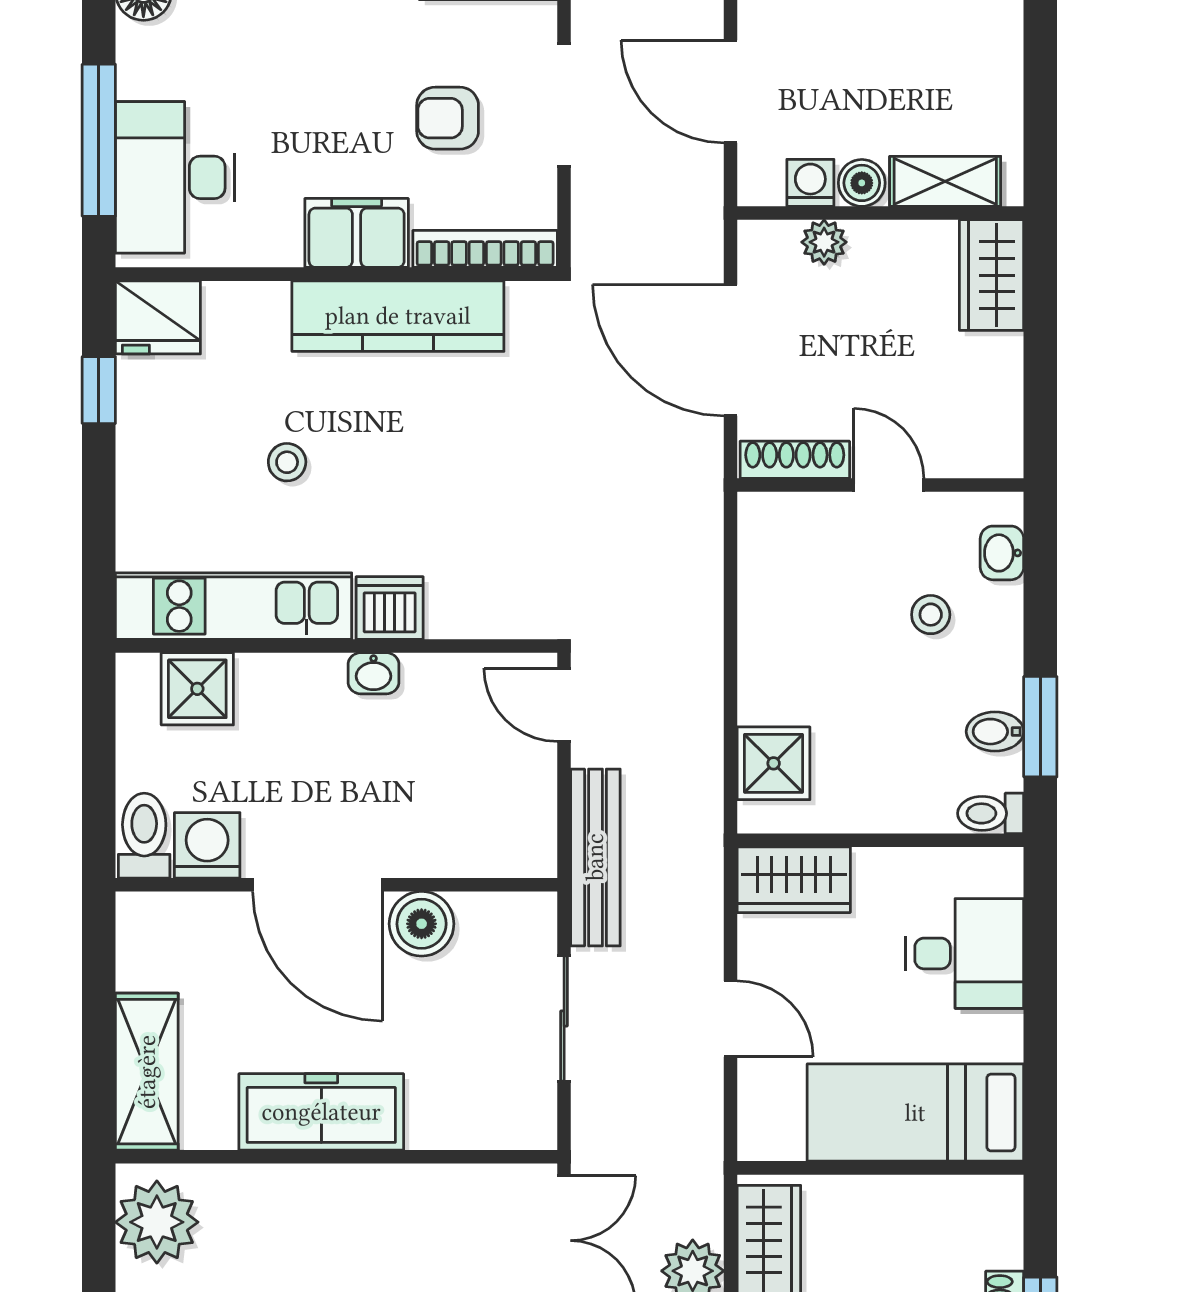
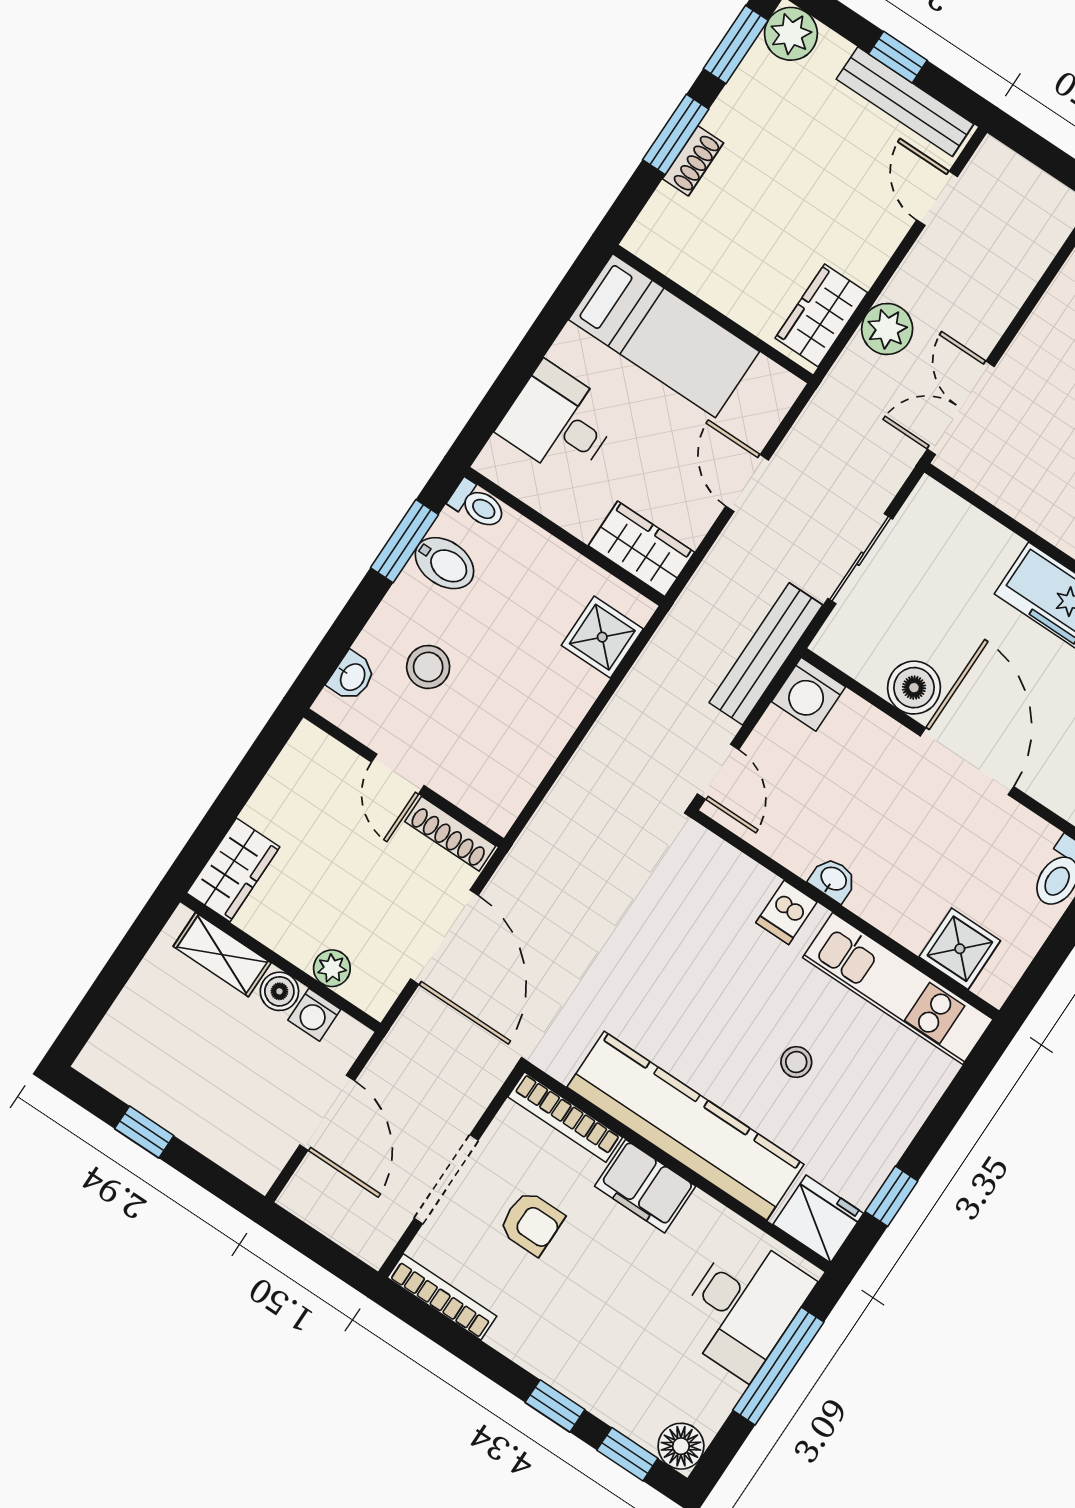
kitchen counter: (398, 316) -> (685, 1126), width x1.39, depth x1.17
dishwasher: (390, 608) -> (786, 912), width x0.73
stool: (931, 615) -> (428, 667), width x1.37, depth x1.37
bidet: (995, 732) -> (444, 563), width x1.38, depth x1.36
washing machine: (207, 845) -> (808, 694), moved

